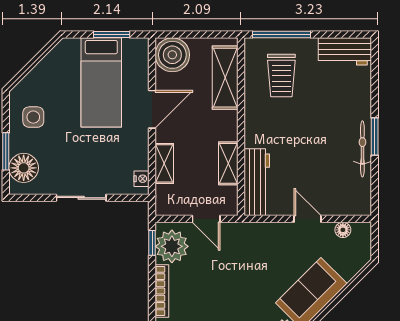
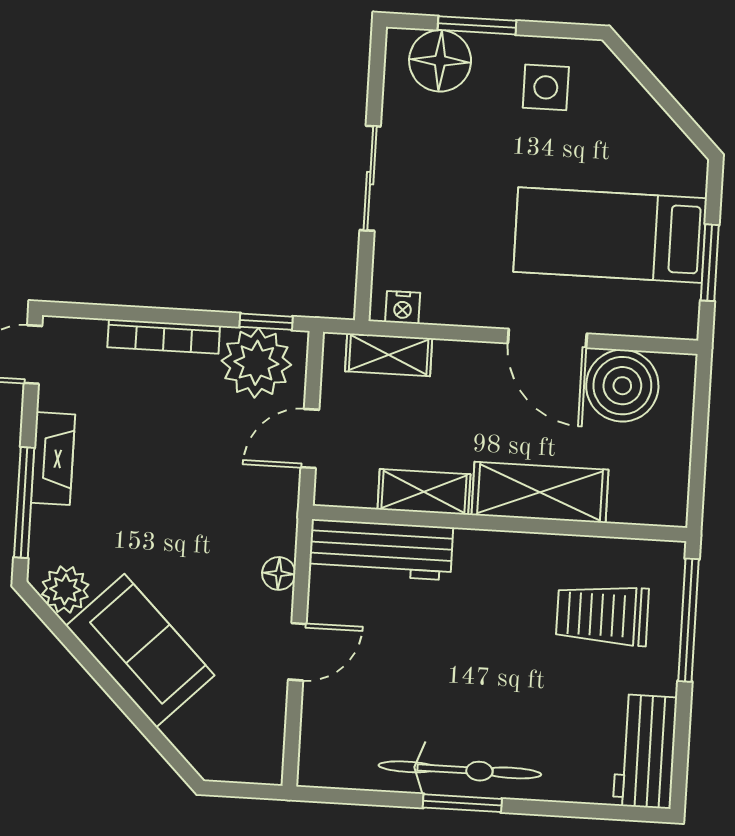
boiler: (172, 55) -> (622, 386), moved
shelving: (225, 78) -> (540, 492), moved
bicycle: (362, 149) -> (460, 770), width x1.37, depth x1.40
shelving: (164, 163) -> (389, 355), moved
floor lamp: (343, 230) -> (279, 573), moved

